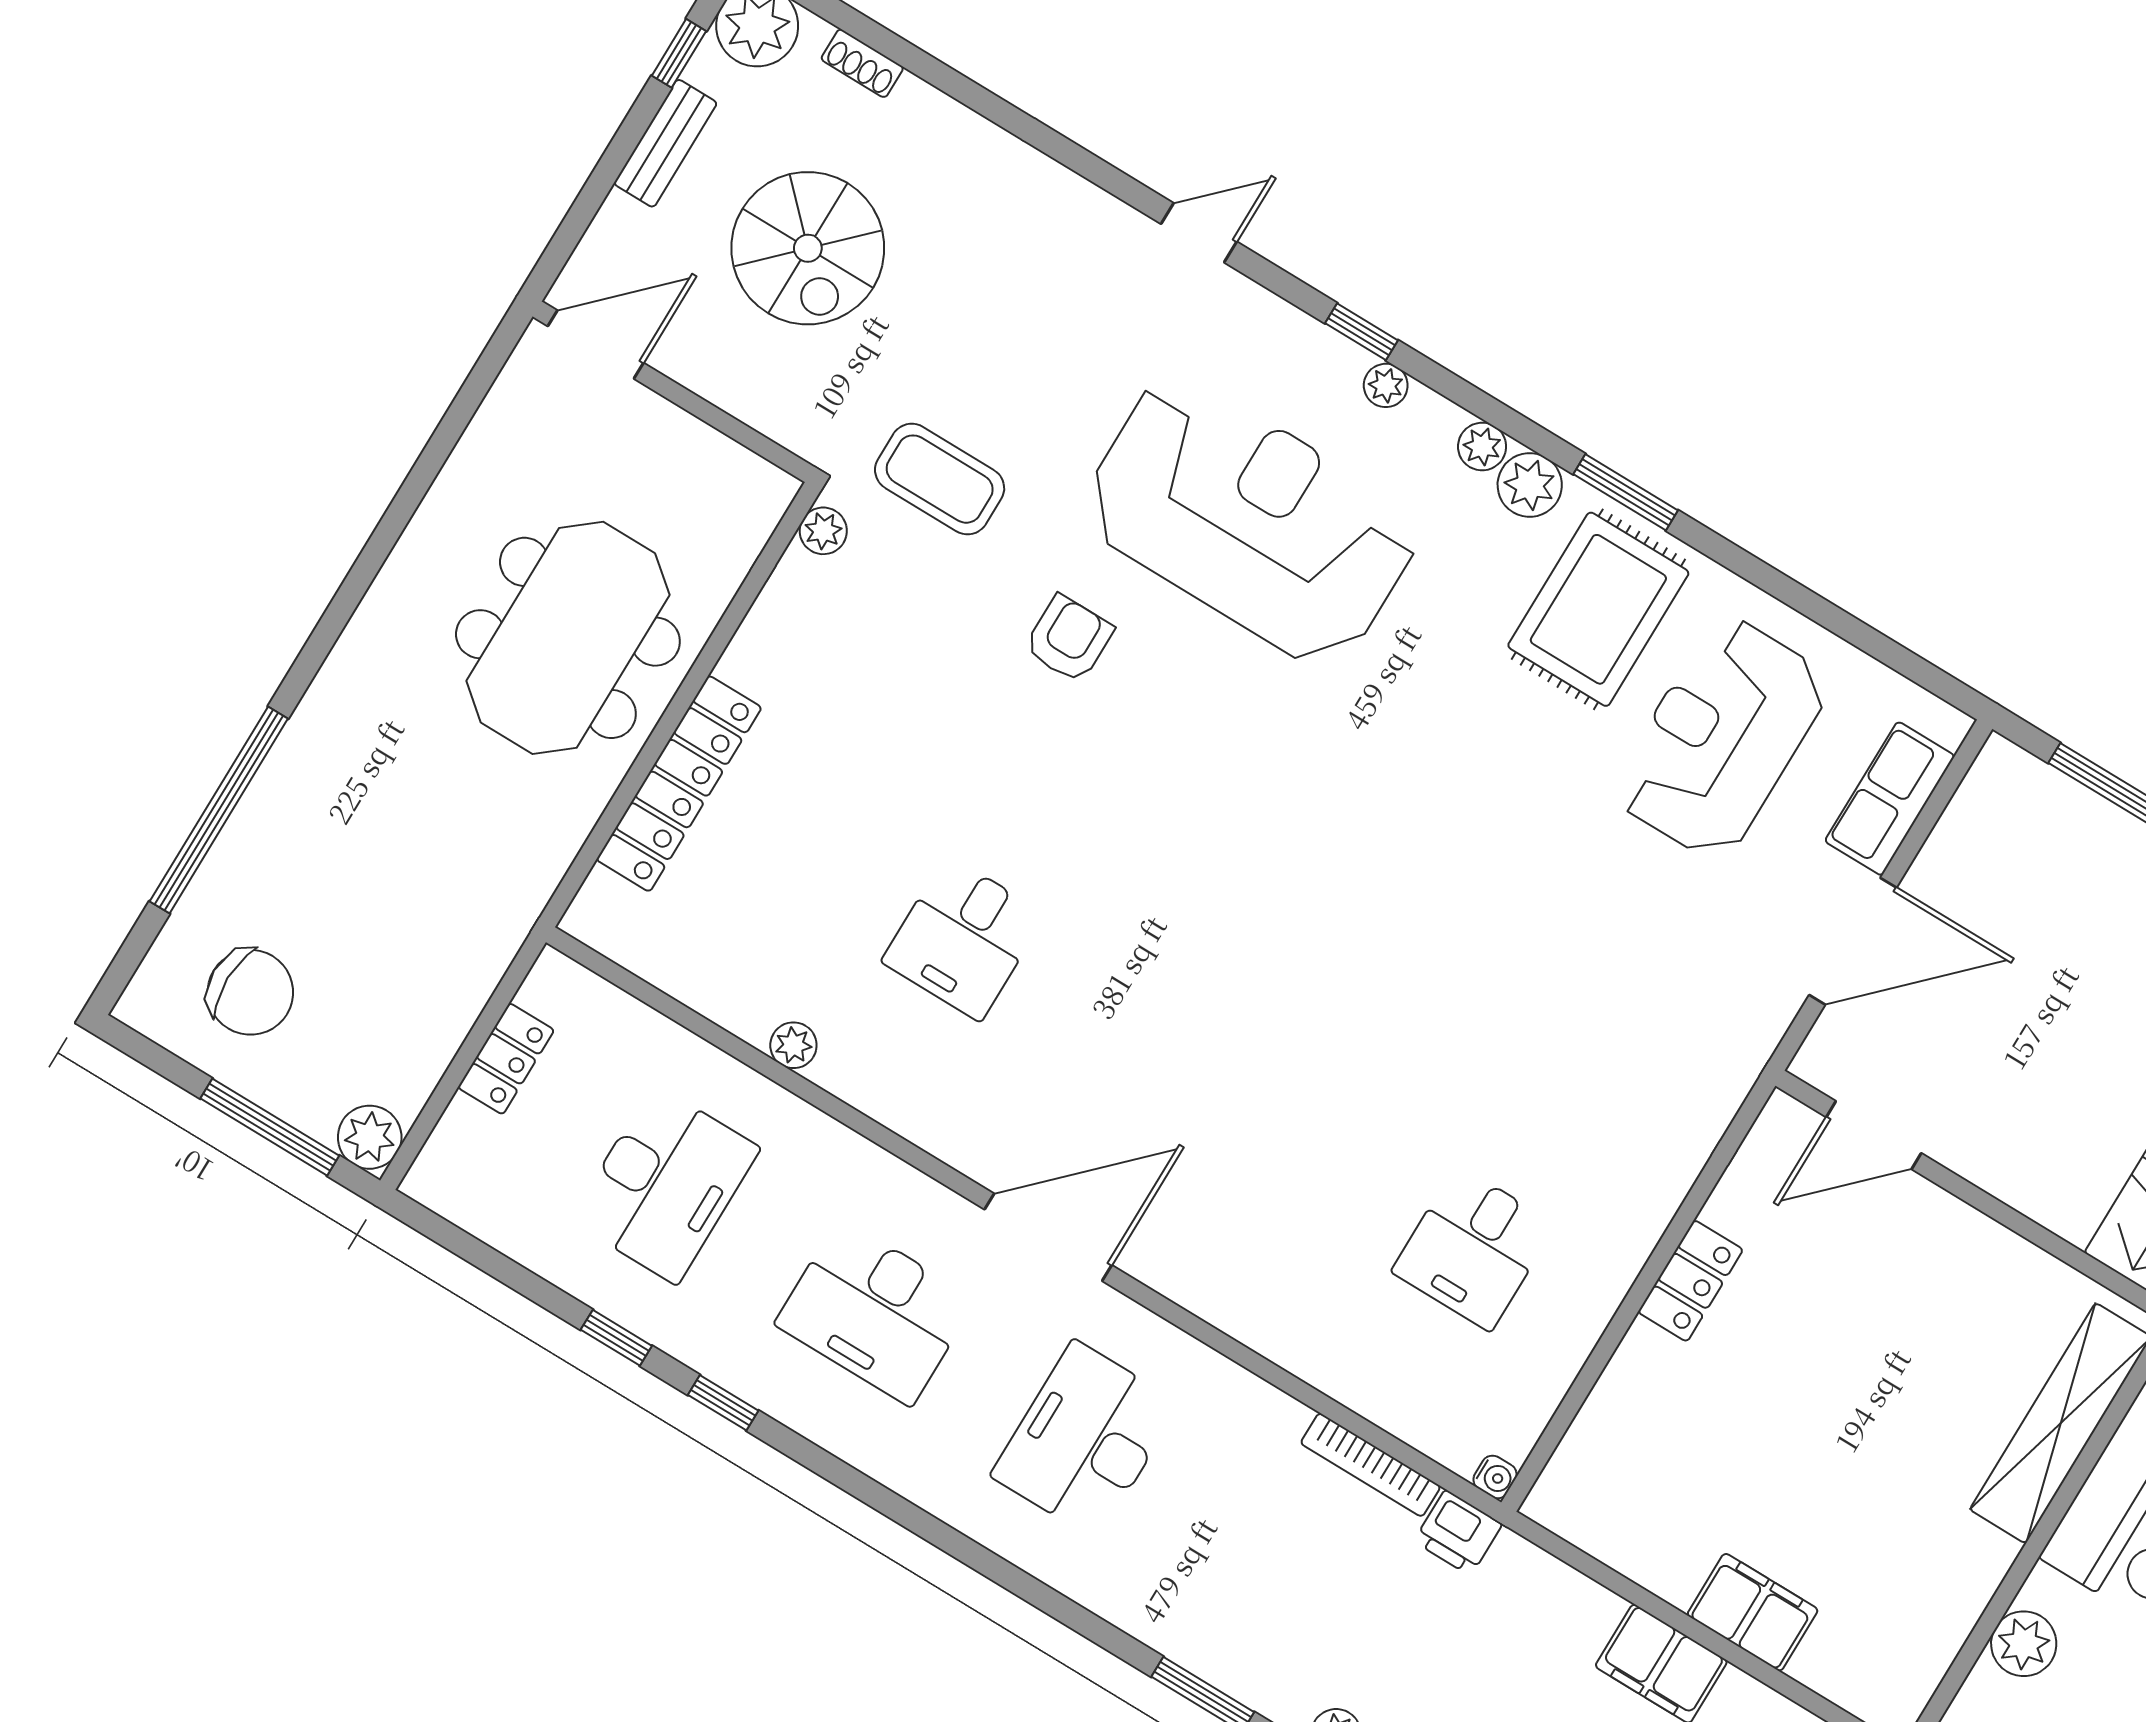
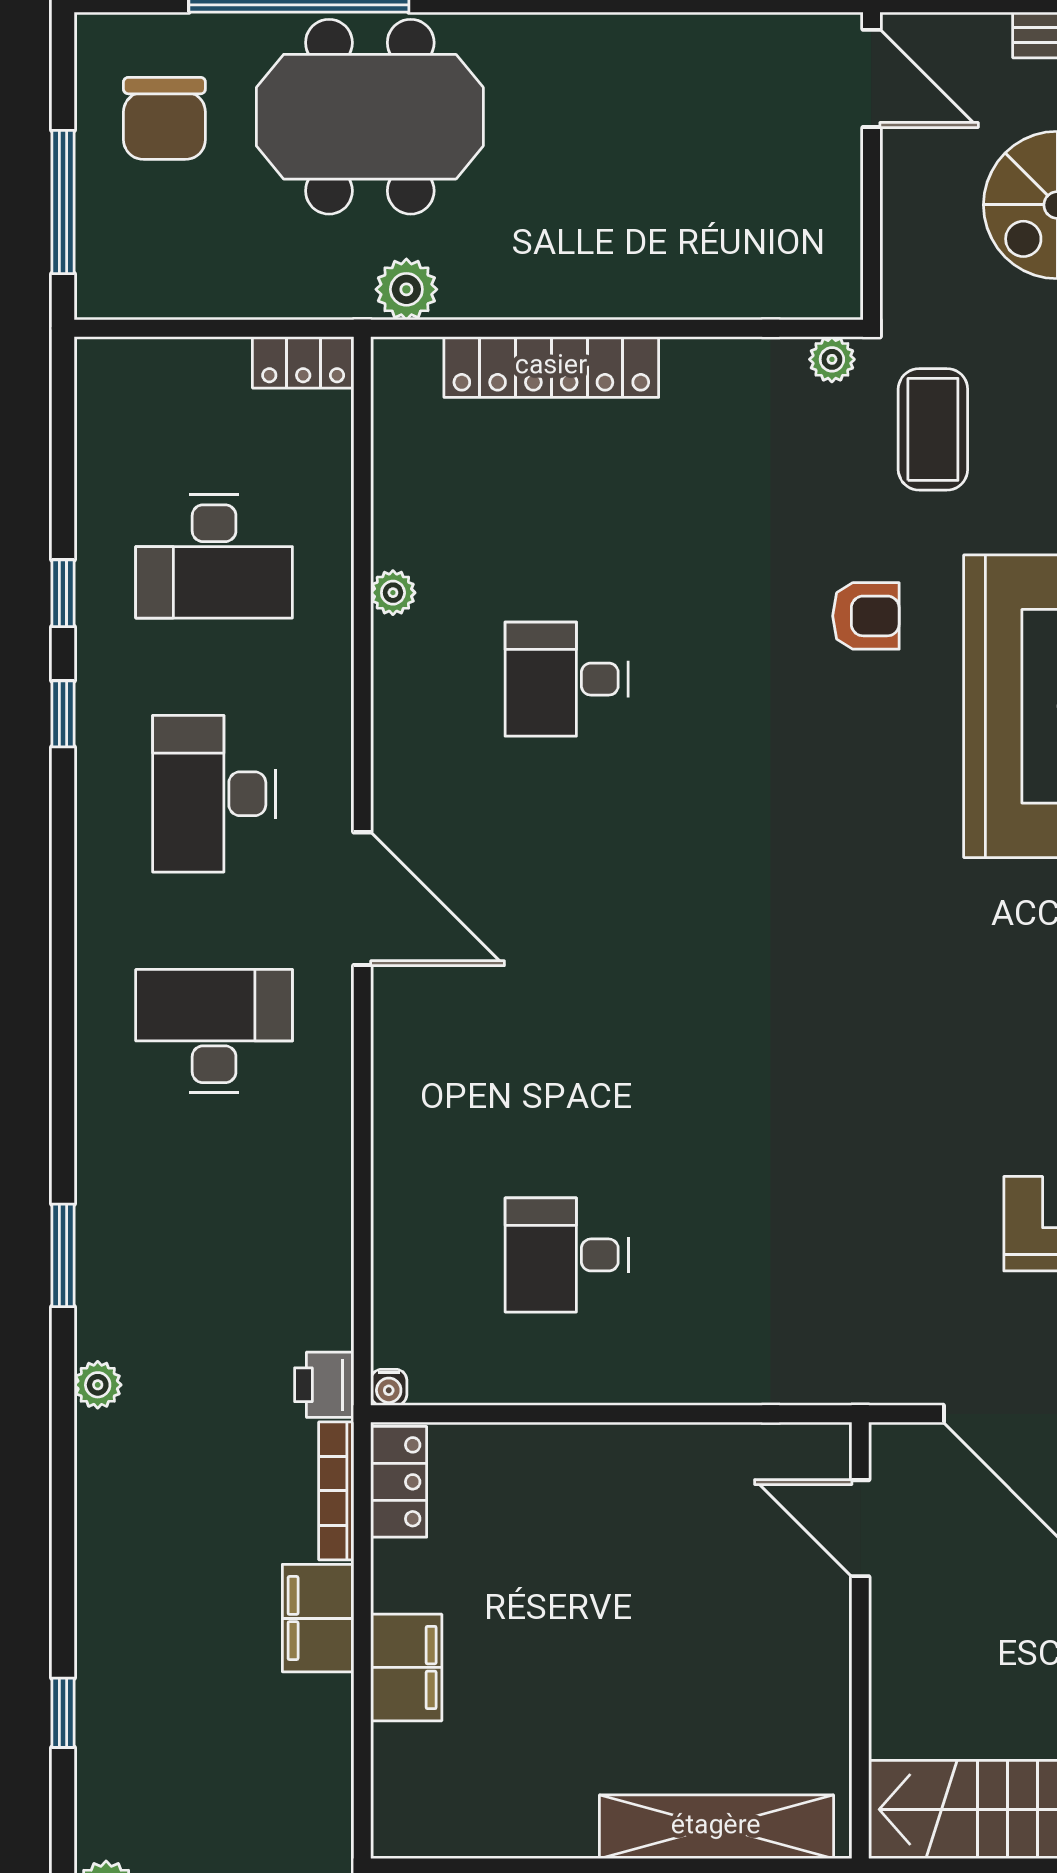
meeting table: (568, 638) -> (370, 117), moved
locker: (506, 1059) -> (303, 362), moved
plant: (370, 1137) -> (406, 289), moved
locker: (1690, 1281) -> (399, 1482), moved, turned -90
bookcase: (1371, 1465) -> (336, 1491), moved

